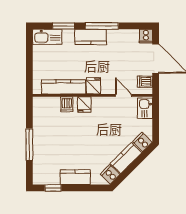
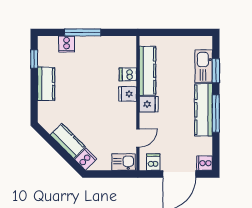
kitchen sink: (47, 37) -> (204, 66), moved
kitchen counter: (91, 37) -> (204, 110), width x1.50
cooker: (110, 174) -> (67, 44), moved, turned 135

